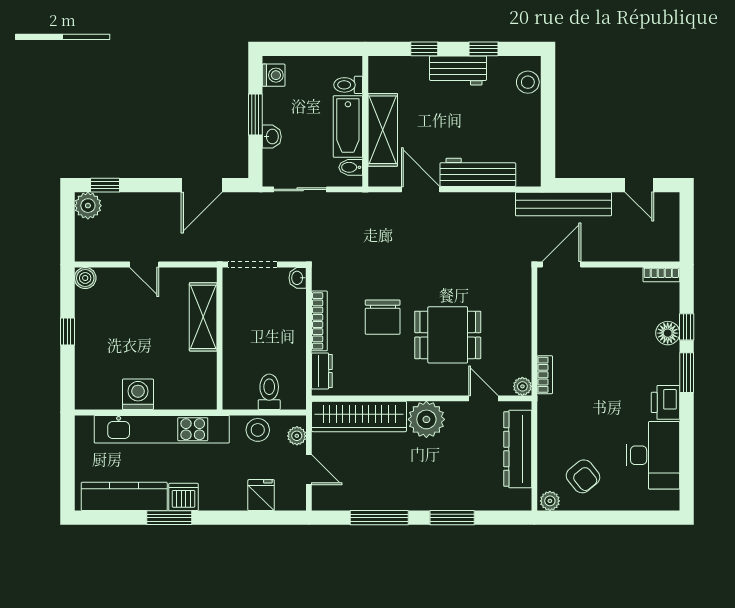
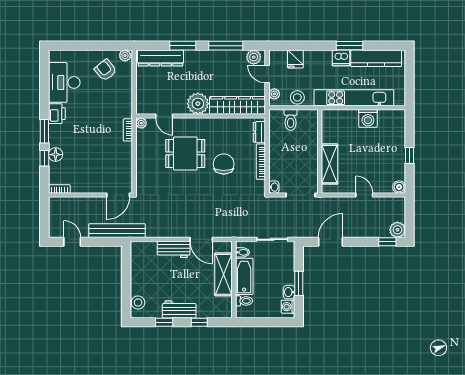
washbasin: (272, 137) -> (289, 292), moved
workbench: (478, 172) -> (174, 249), width x0.73
dresser: (518, 449) -> (160, 58), moved, turned 90
plant: (332, 498) -> (254, 57), added

